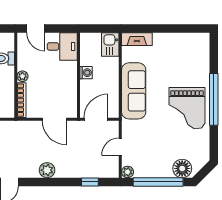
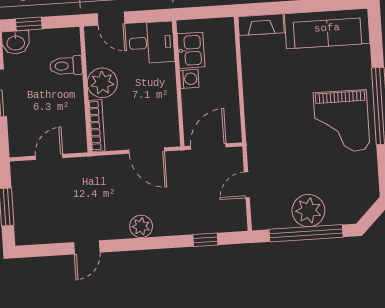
kitchen sink: (110, 45) -> (191, 50), moved, turned 180
plant: (22, 76) -> (102, 83), width x1.88, depth x1.88
sofa: (134, 91) -> (327, 28), moved, turned 90
floor lamp: (182, 168) -> (340, 211), removed
plant: (128, 172) -> (308, 211), moved, width x1.87, depth x1.87

